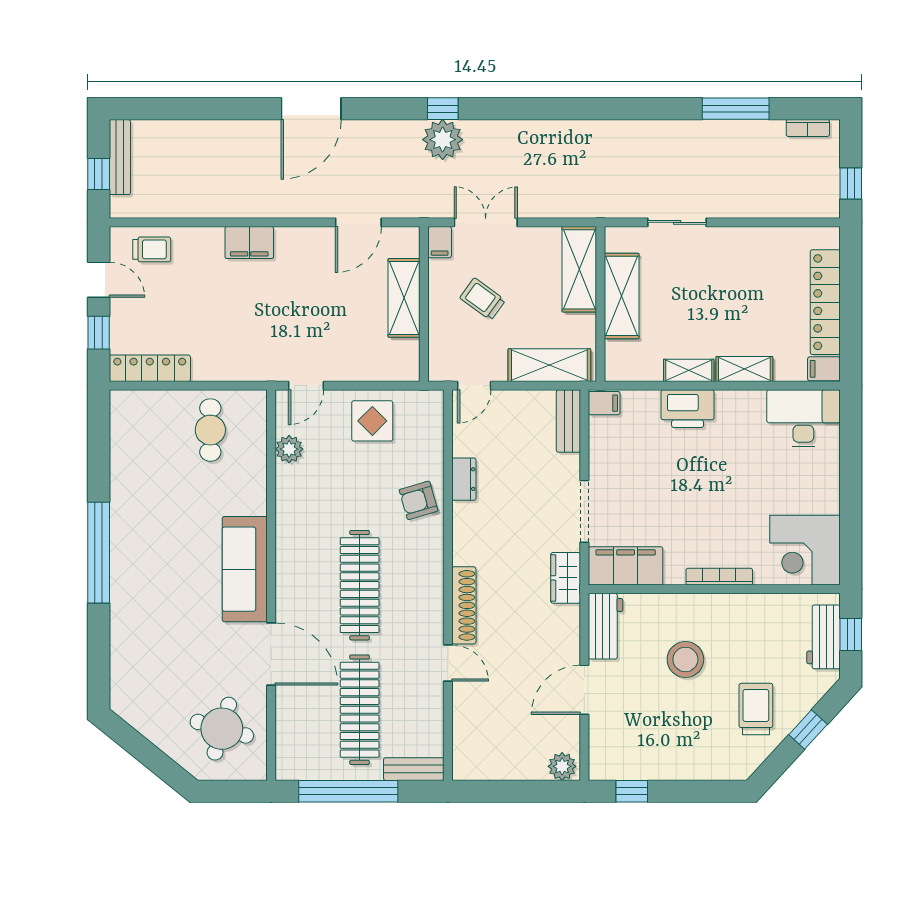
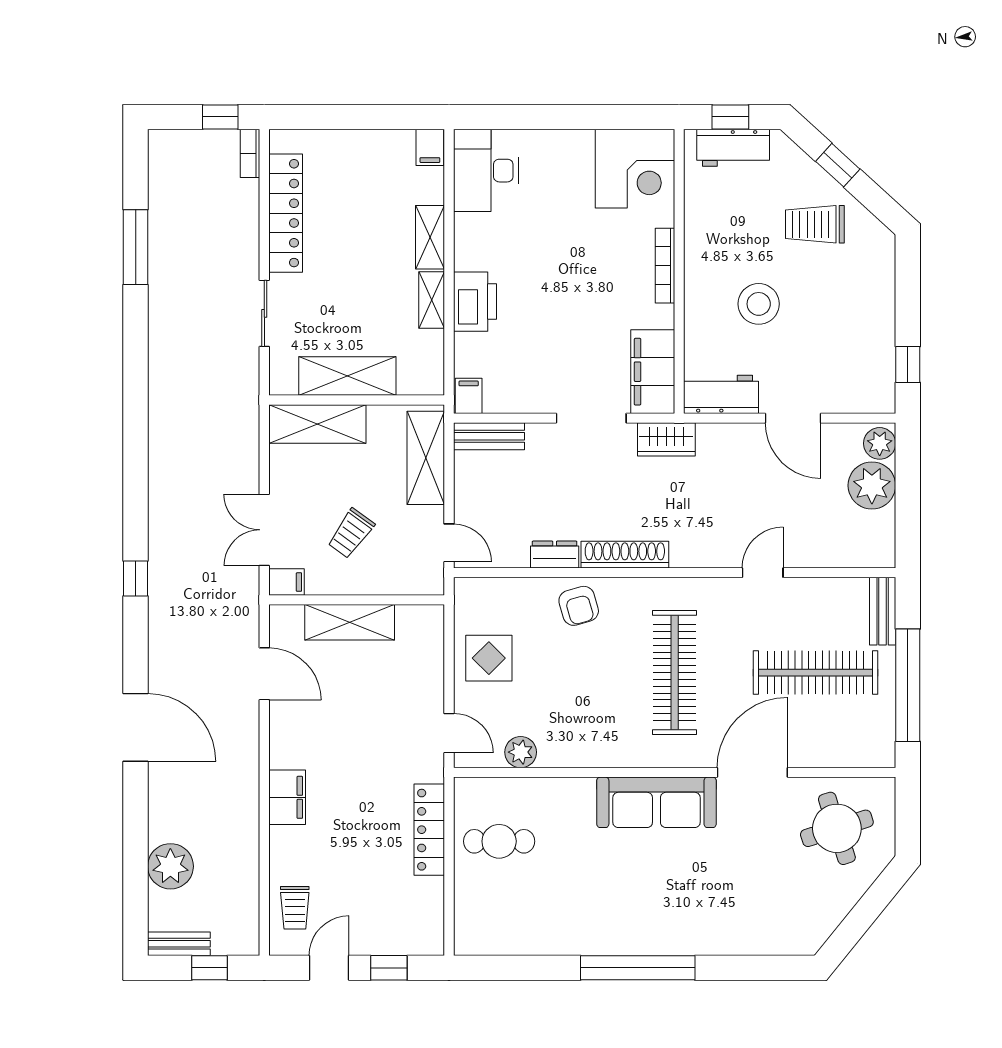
bookcase: (808, 128) -> (250, 153), moved, turned 180
plant: (443, 140) -> (170, 866), moved
bench: (120, 157) -> (179, 944), width x0.73
trolley: (152, 249) -> (295, 908), turned 180
locker: (825, 302) -> (286, 213), moved, turned -90
locker: (150, 368) -> (429, 830), moved
clothes rail: (360, 585) -> (675, 673), turned 90
shoe rack: (464, 605) -> (625, 555), moved
round table: (222, 729) -> (837, 828), turned -34
plant: (525, 760) -> (872, 485), added

